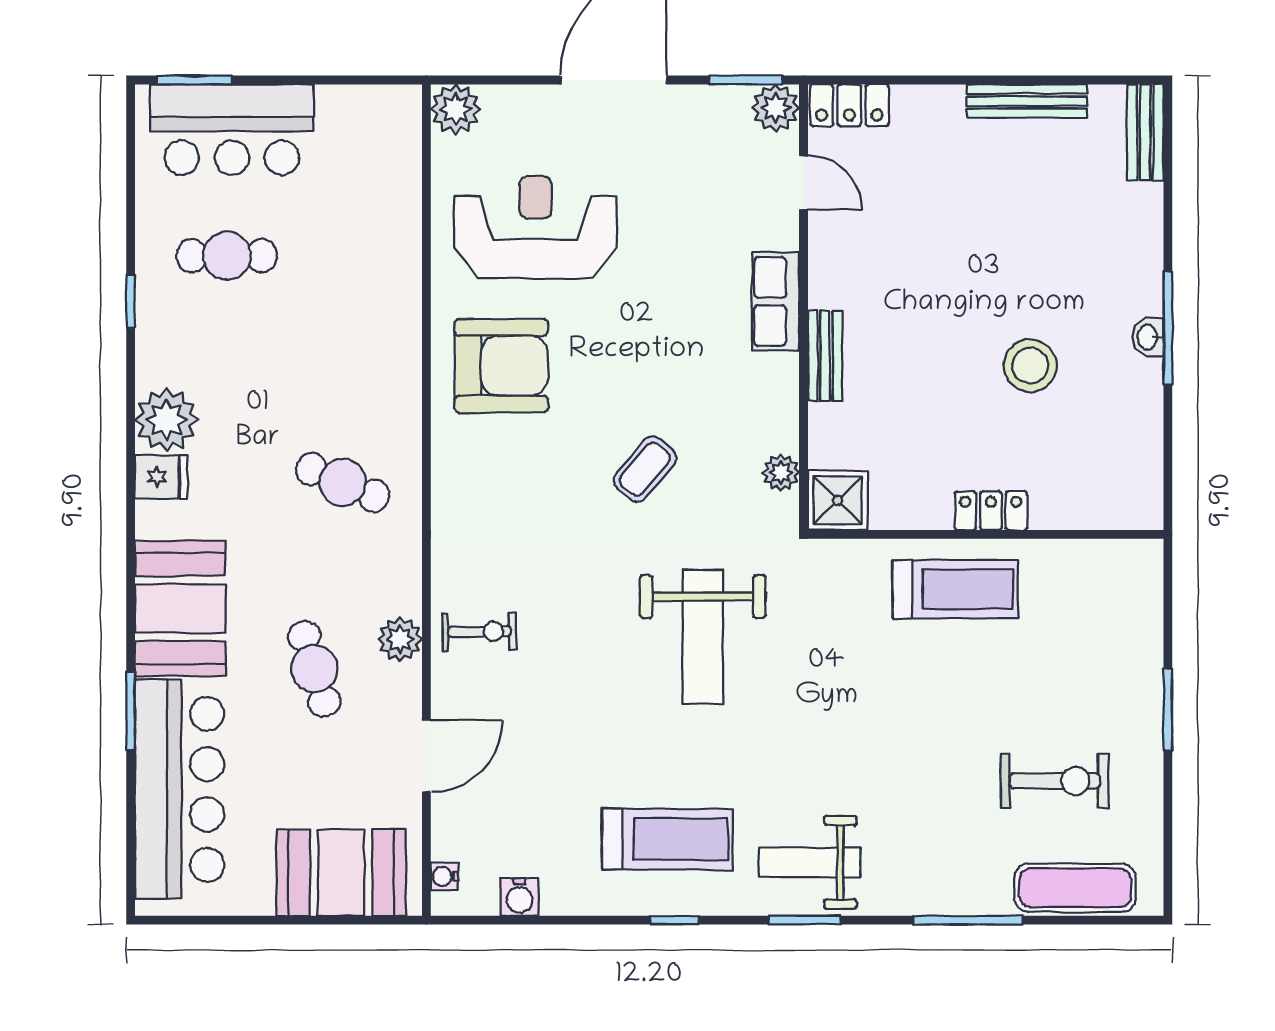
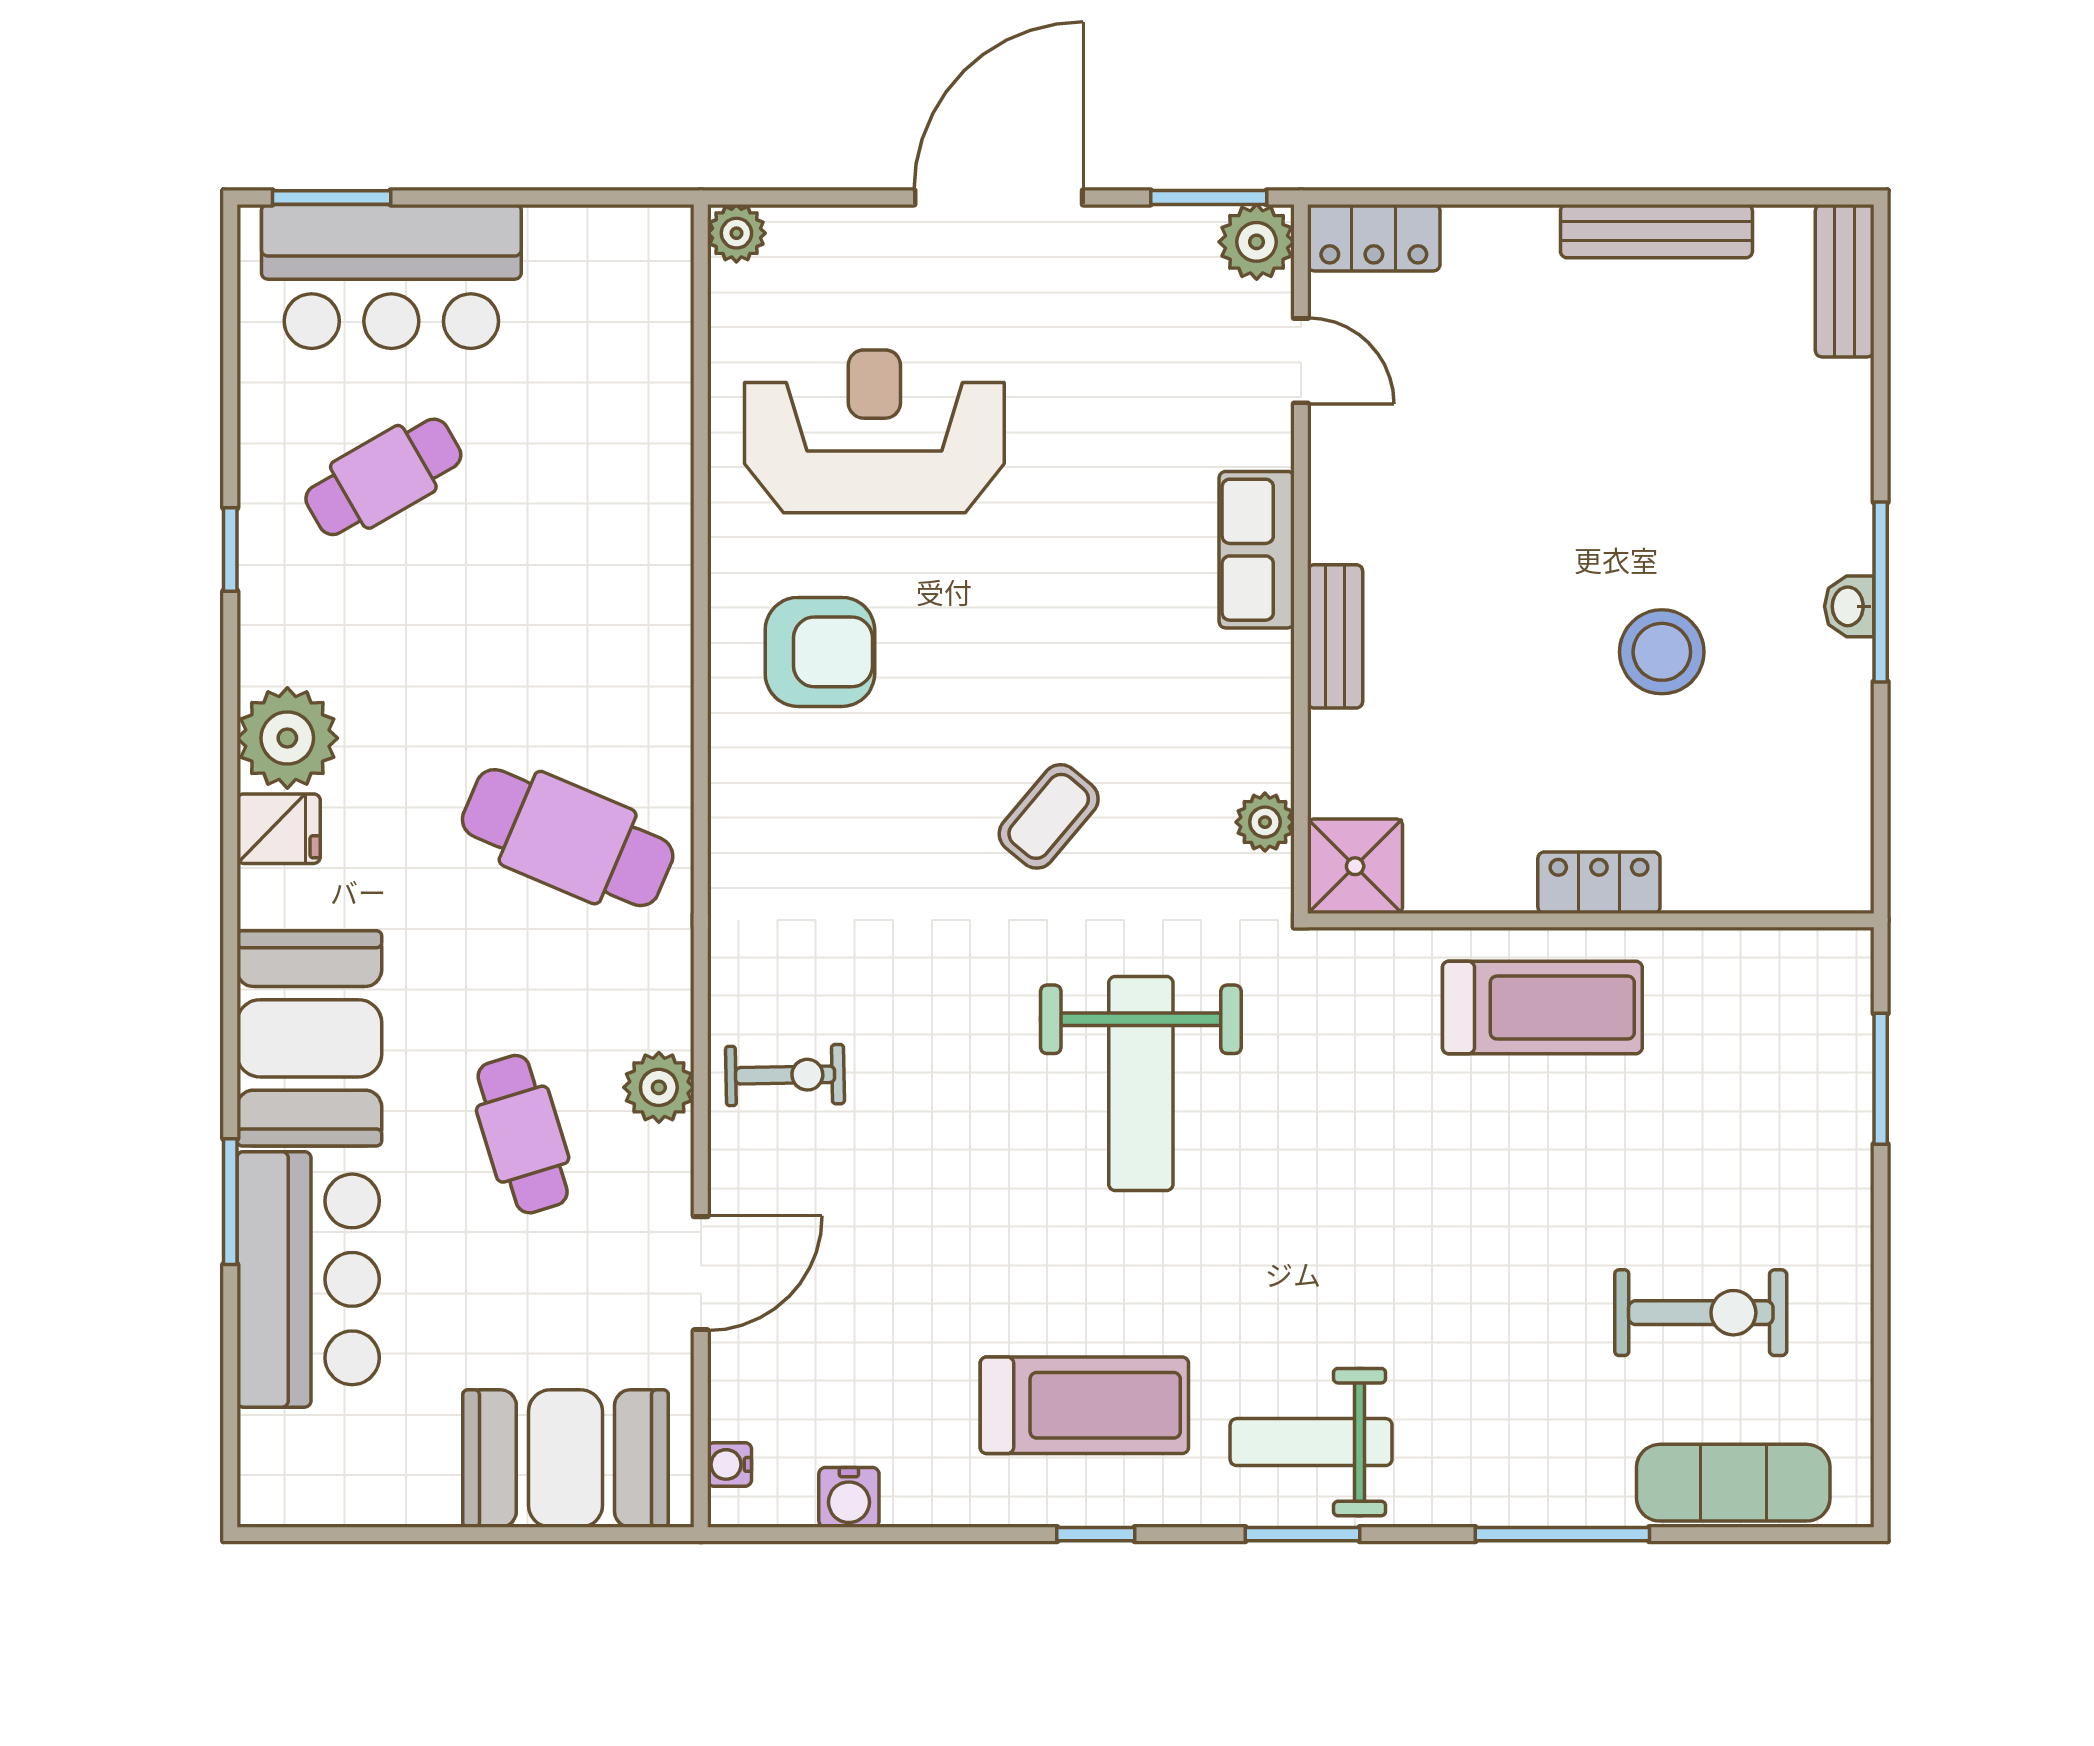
plant: (456, 109) -> (736, 233), width x0.73, depth x0.73
cafe table: (227, 256) -> (383, 477), turned -30
armchair: (501, 366) -> (820, 652), width x0.73, depth x0.73
cafe table: (343, 482) -> (568, 838), width x1.37, depth x1.35
window: (1168, 710) -> (1881, 1079), moved
bar counter: (180, 789) -> (308, 1279), width x0.73

